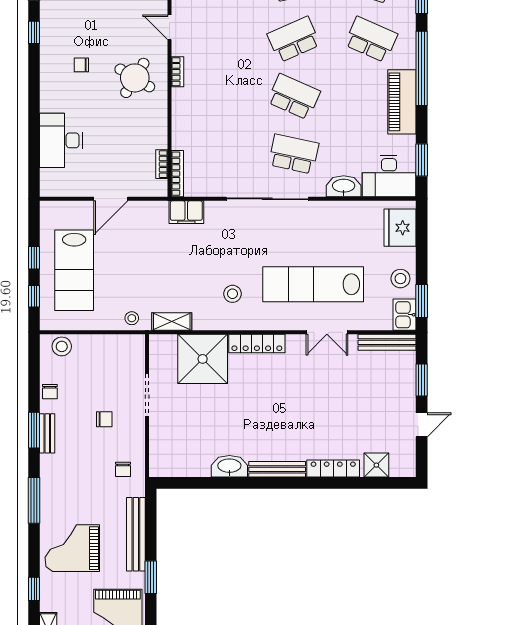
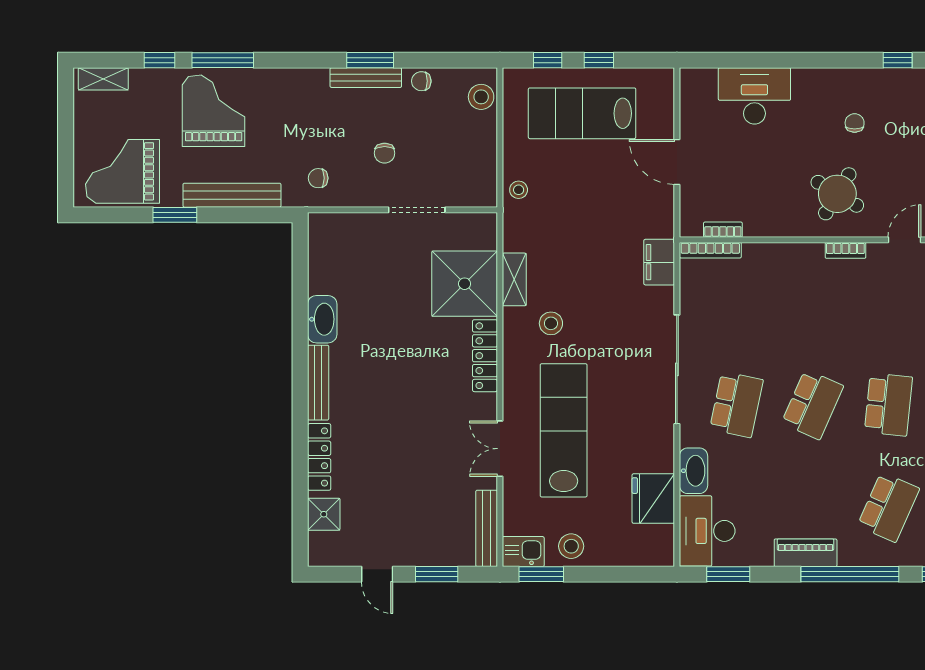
school desk: (294, 39) -> (888, 405), turned 30
piano: (402, 102) -> (806, 553), width x0.73, depth x0.75
fridge: (400, 228) -> (653, 499), moved, turned -90
shelving: (172, 321) -> (514, 279), moved
bench: (47, 433) -> (366, 78), width x1.36
window: (34, 500) -> (223, 60), moved

